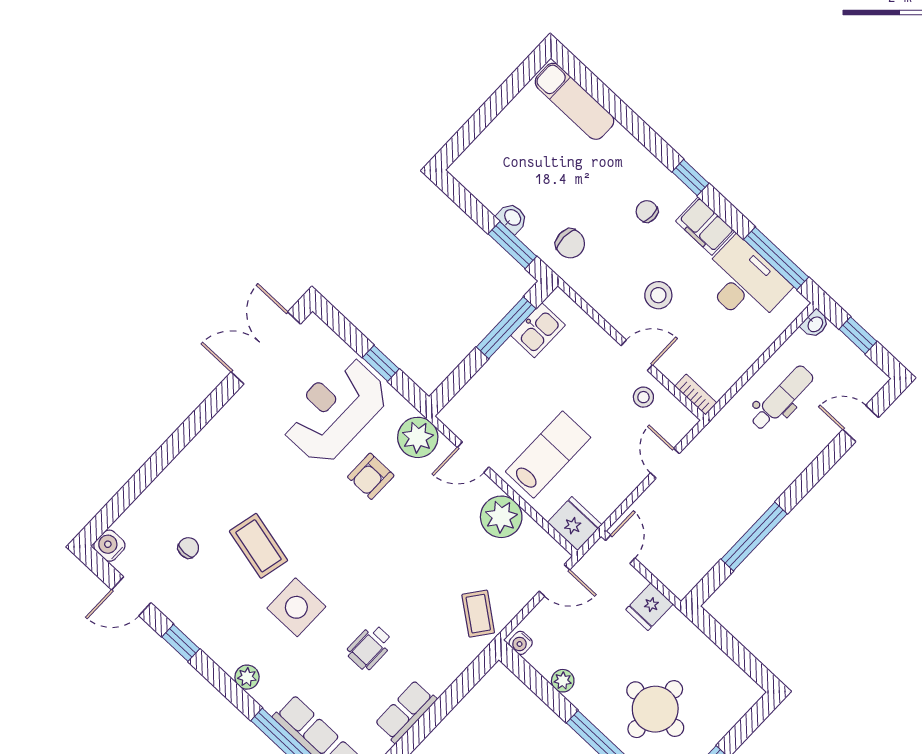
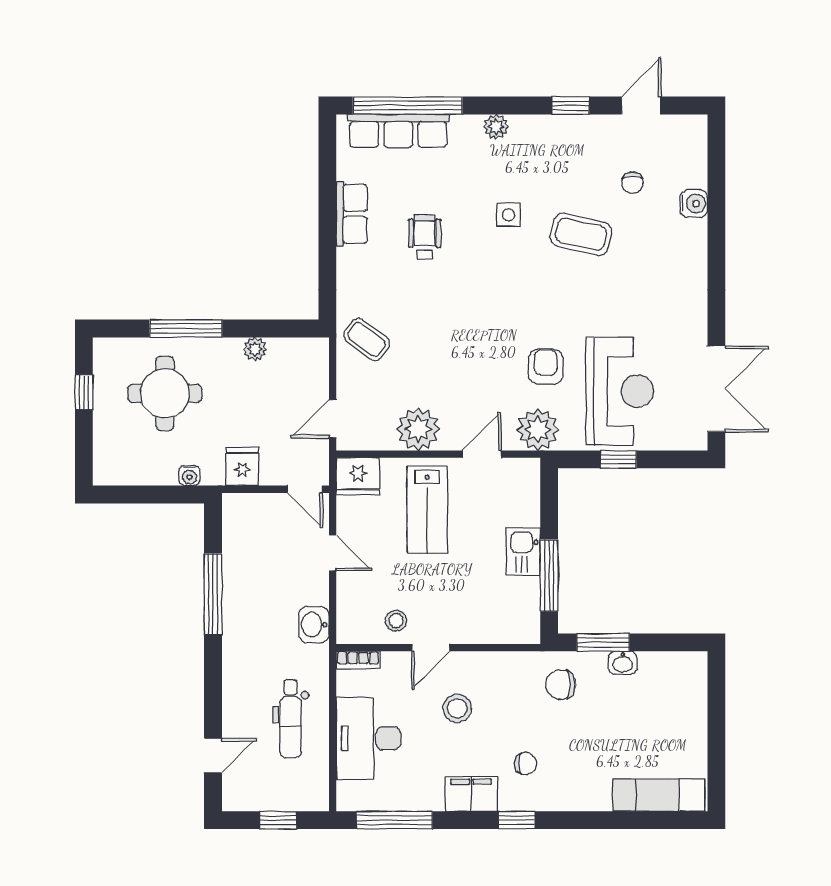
desk: (744, 282) -> (368, 738), moved, turned 90
washbasin: (815, 324) -> (314, 625), moved, width x1.38, depth x1.45
kitchen sink: (538, 330) -> (523, 552), moved
door: (665, 463) -> (333, 553), moved
water cooler: (109, 546) -> (694, 204), moved
side table: (296, 607) -> (509, 215), width x0.54, depth x0.54
water cooler: (521, 643) -> (189, 475), moved, turned 180

